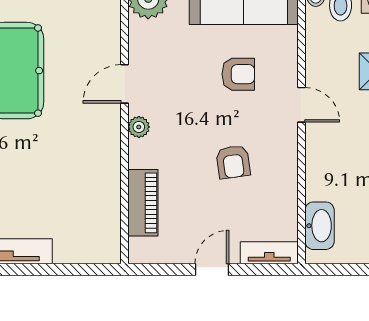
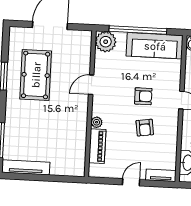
armchair: (238, 74) -> (143, 96), moved
plant: (139, 127) -> (97, 122), moved

